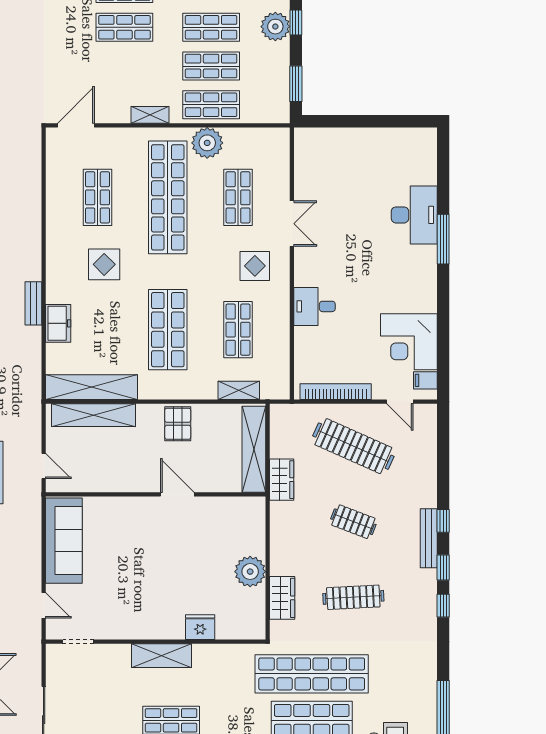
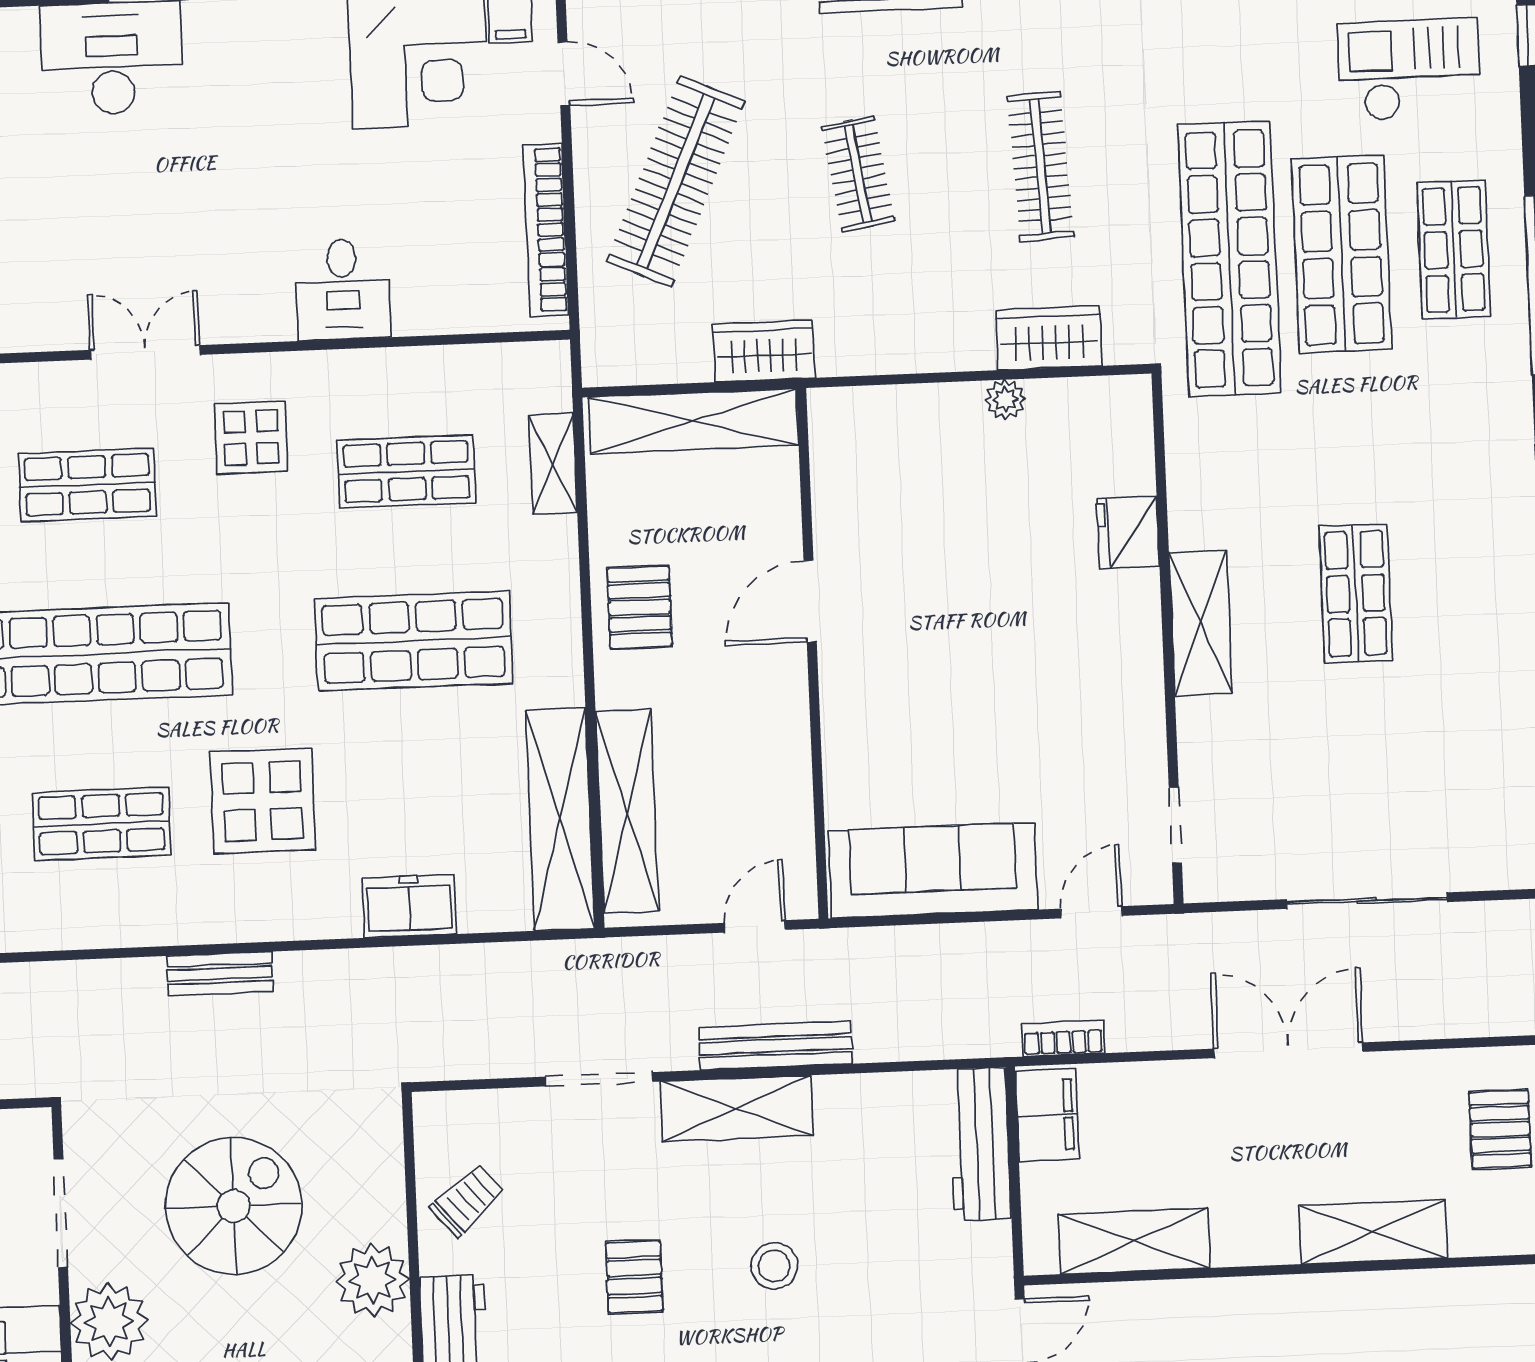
display table: (104, 264) -> (263, 801), width x1.36, depth x1.36
bench: (33, 303) -> (220, 974), moved
door: (400, 402) -> (564, 74), hinge flipped
pallet: (178, 424) -> (640, 607), turned 90
clothes rail: (353, 522) -> (858, 174), turned -30
plant: (250, 572) -> (1005, 400), width x0.53, depth x0.53

